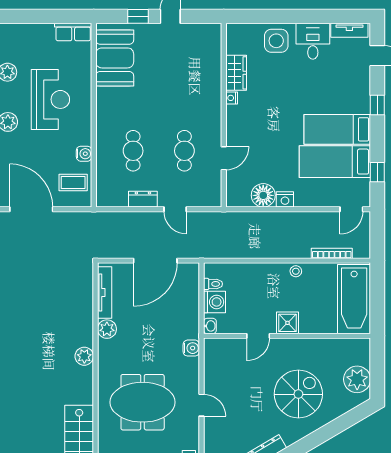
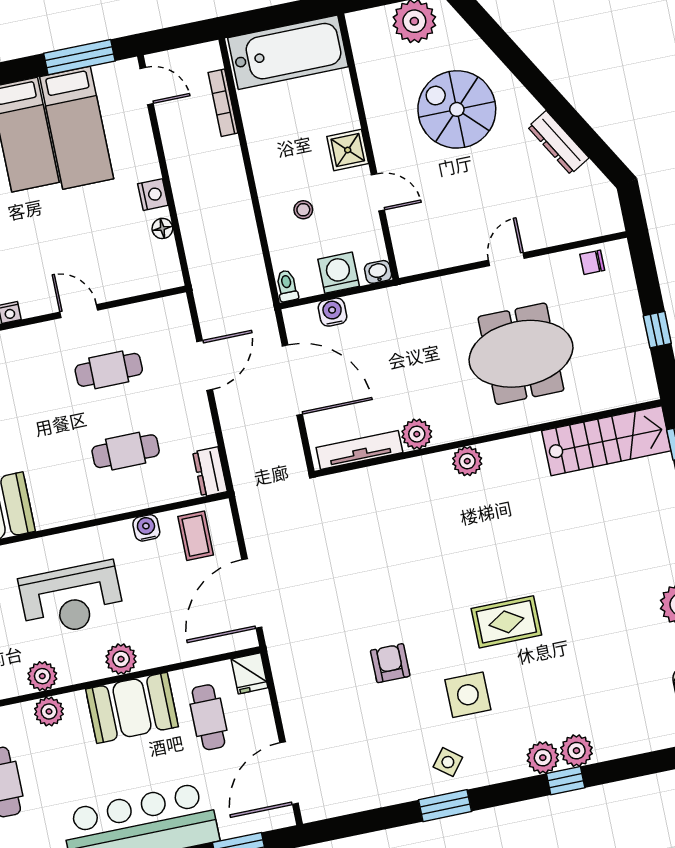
reception desk: (50, 99) -> (71, 599), turned 180
door: (224, 158) -> (79, 311), moved
window: (377, 172) -> (79, 57), width x2.17
floor lamp: (263, 195) -> (162, 228), width x0.53, depth x0.53
dresser: (143, 199) -> (210, 472), moved
door: (175, 209) -> (205, 365), width x1.38
stool: (296, 271) -> (303, 210), moved
toilet: (213, 284) -> (287, 286), moved
water cooler: (191, 348) -> (332, 312), moved
meeting table: (143, 402) -> (521, 354), turned 90

